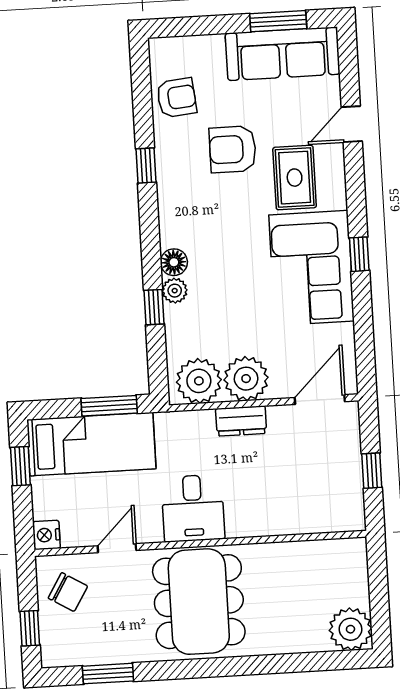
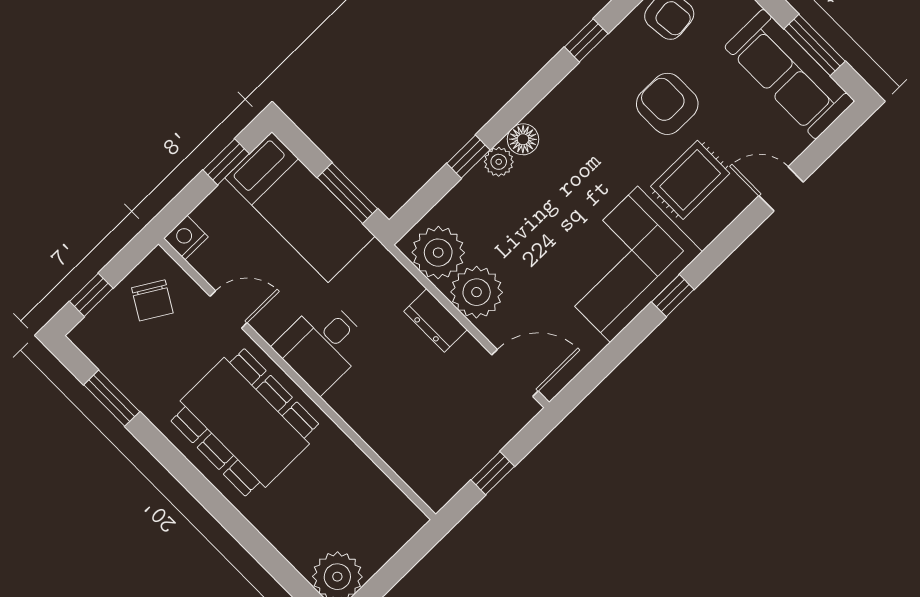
dining table: (199, 602) -> (245, 422), turned 90

